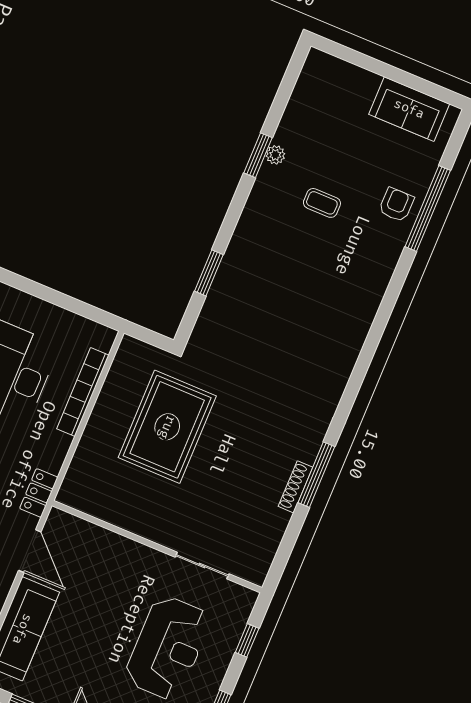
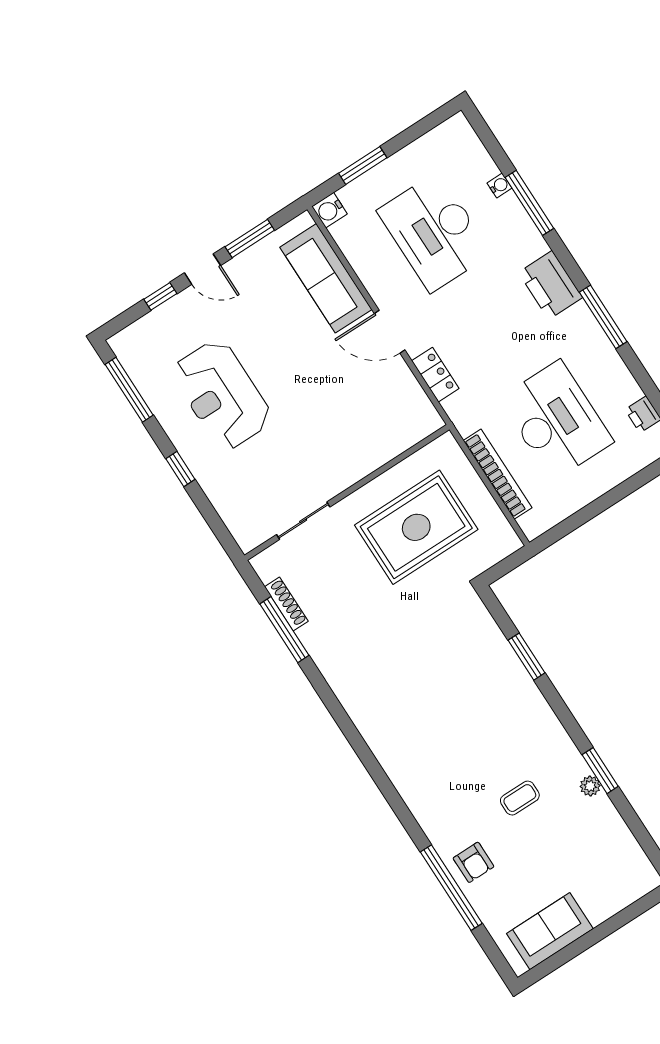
rug: (167, 427) -> (416, 527), turned 90
wall: (157, 547) -> (347, 492), moved
sliding door: (202, 565) -> (303, 521), moved

